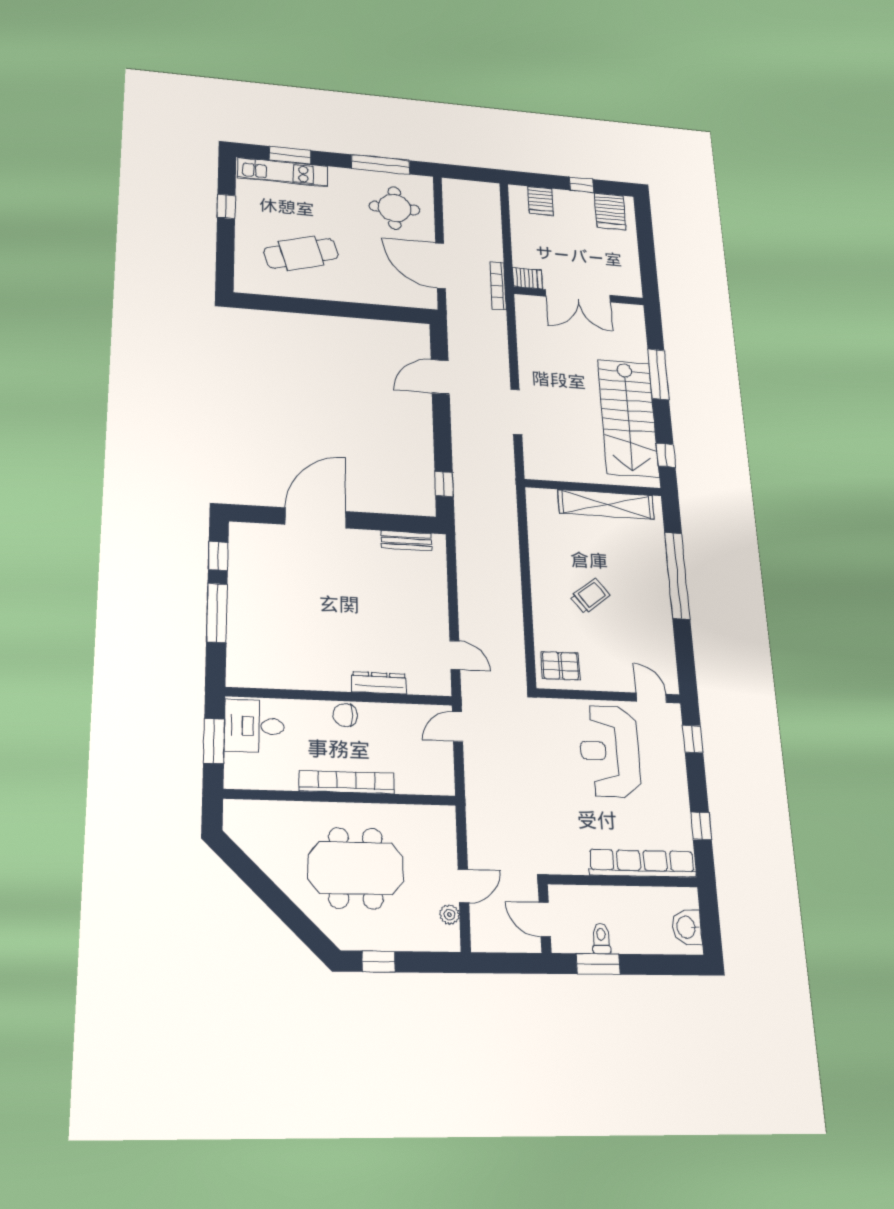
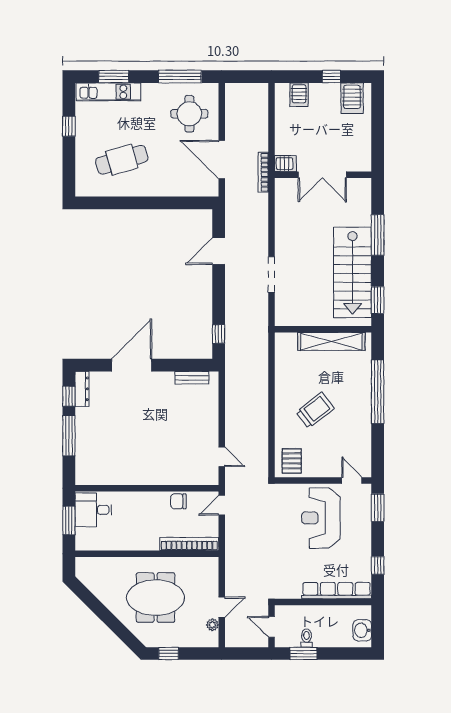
window: (666, 455) -> (378, 300), width x1.50
trolley: (590, 596) -> (315, 410), width x1.36, depth x1.39
pallet: (560, 666) -> (292, 461), turned 90
dresser: (379, 683) -> (82, 389), moved, turned 90
chair: (345, 715) -> (178, 501), moved
window: (693, 739) -> (378, 508), width x1.50
bookcase: (347, 782) -> (189, 544), moved

